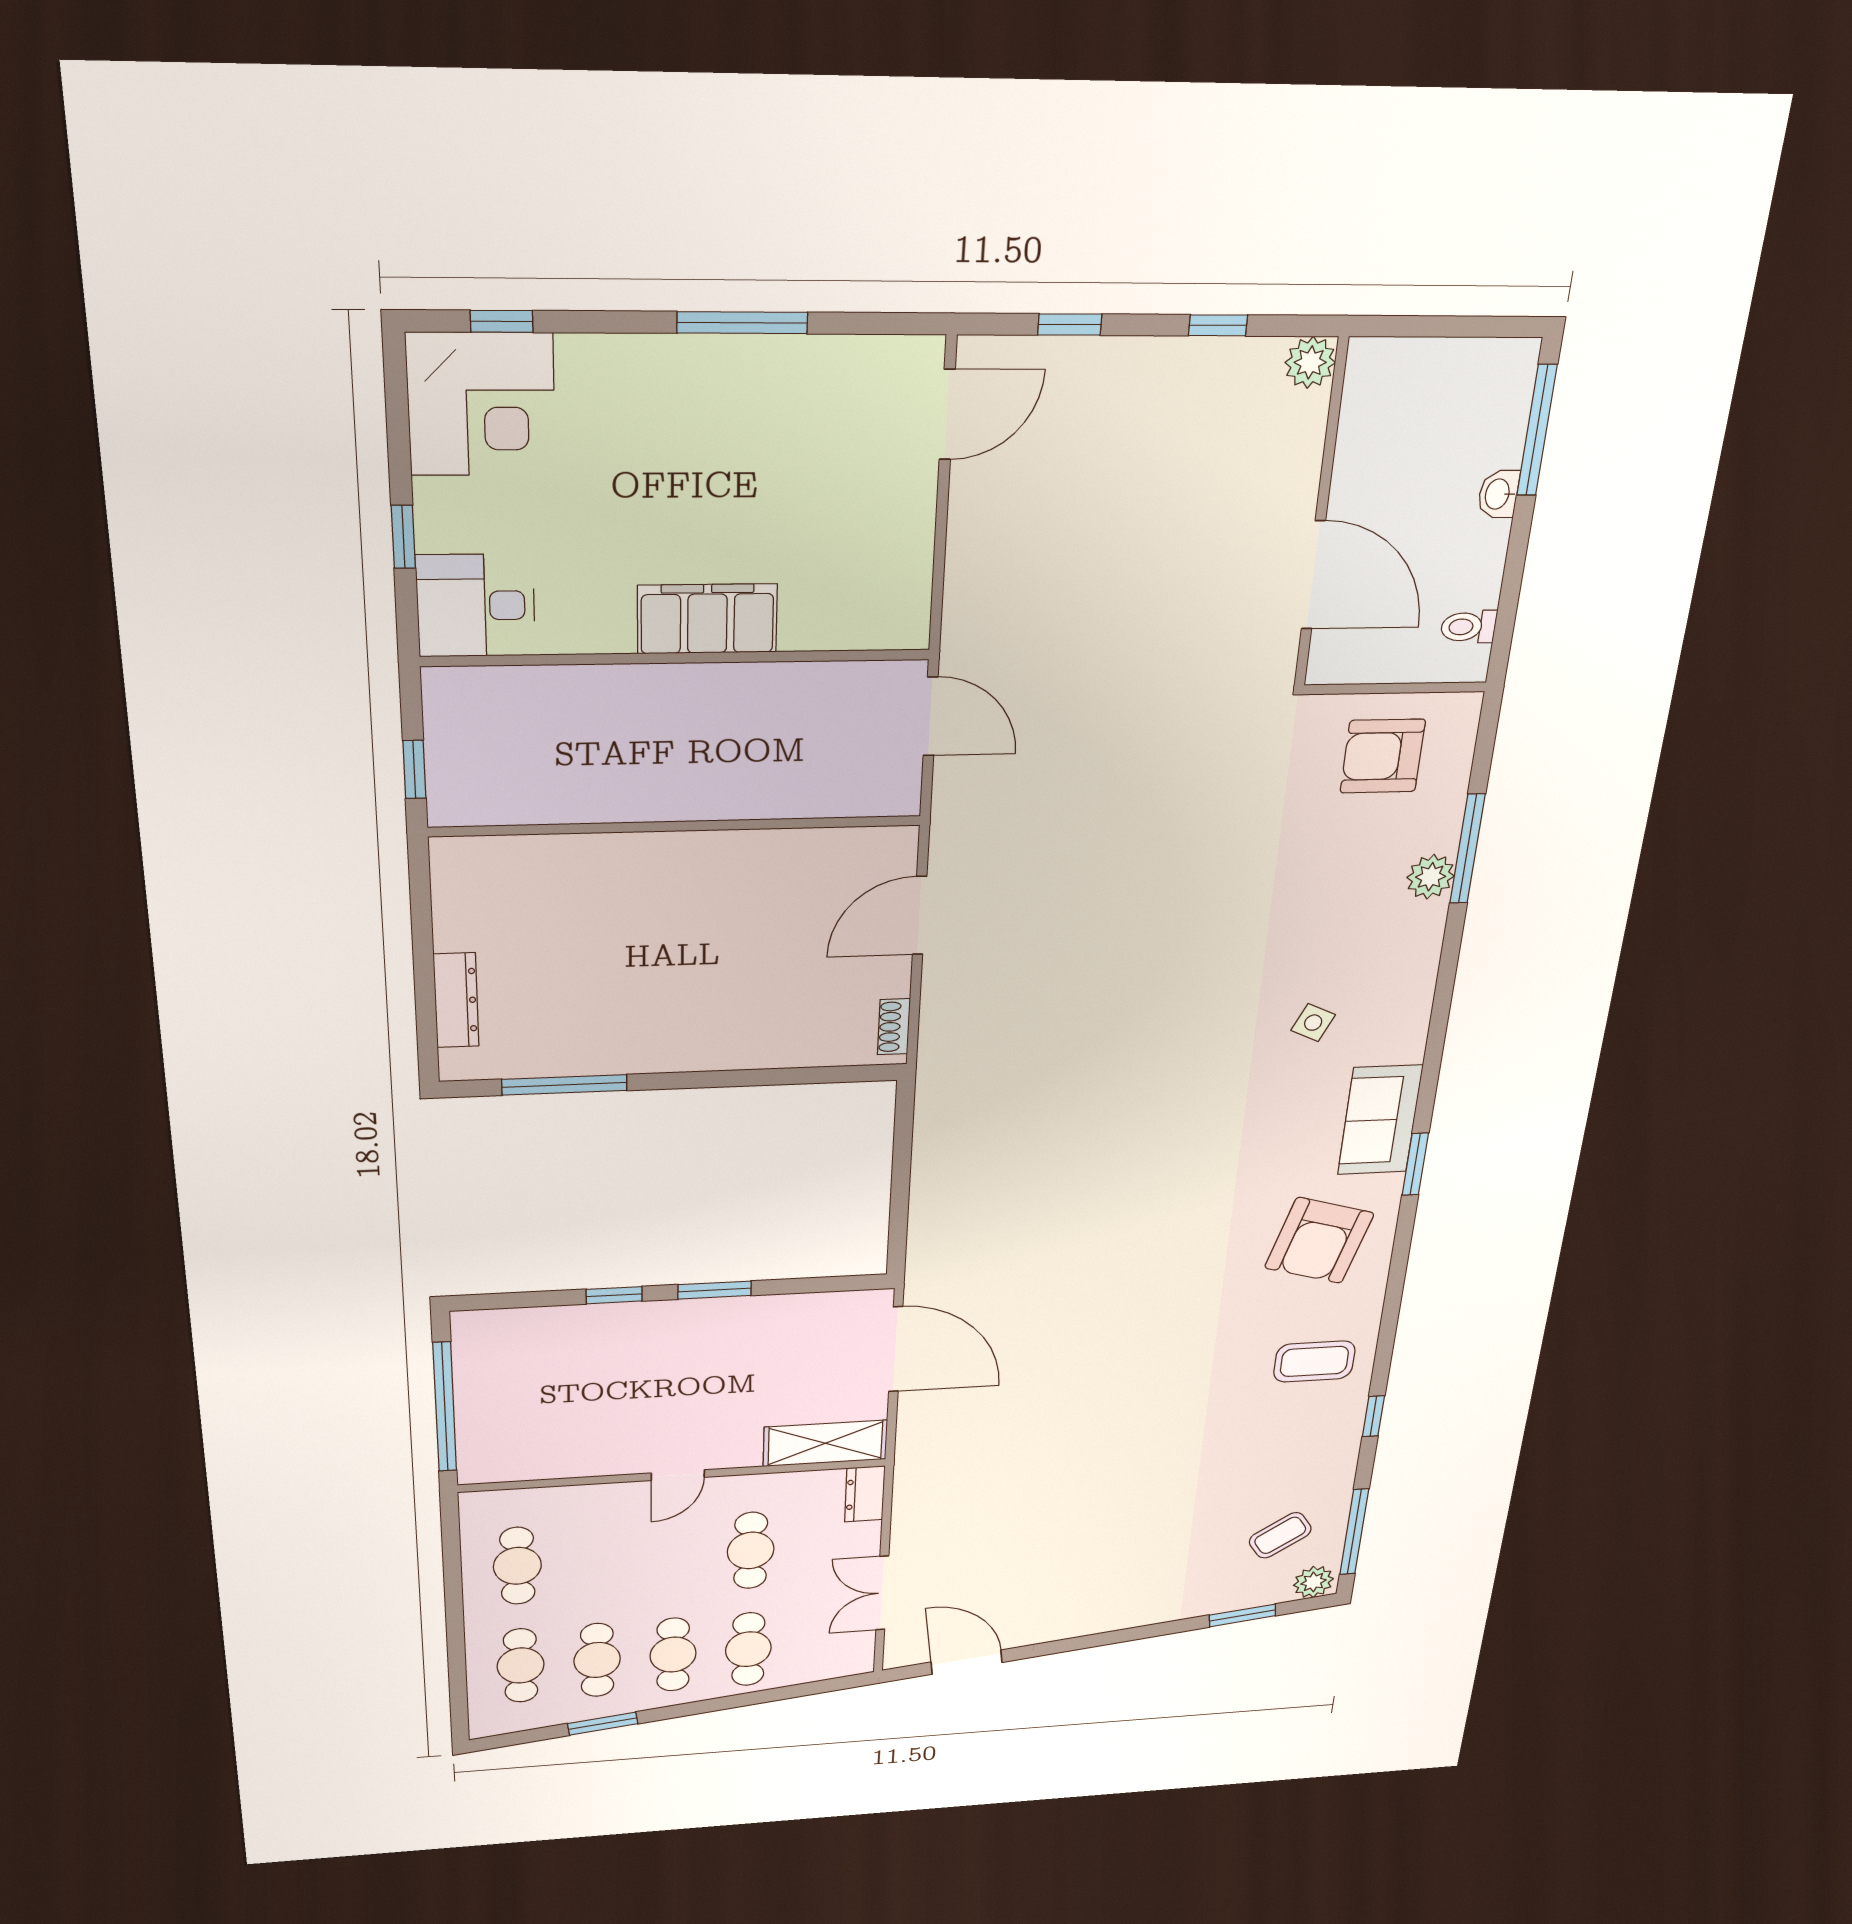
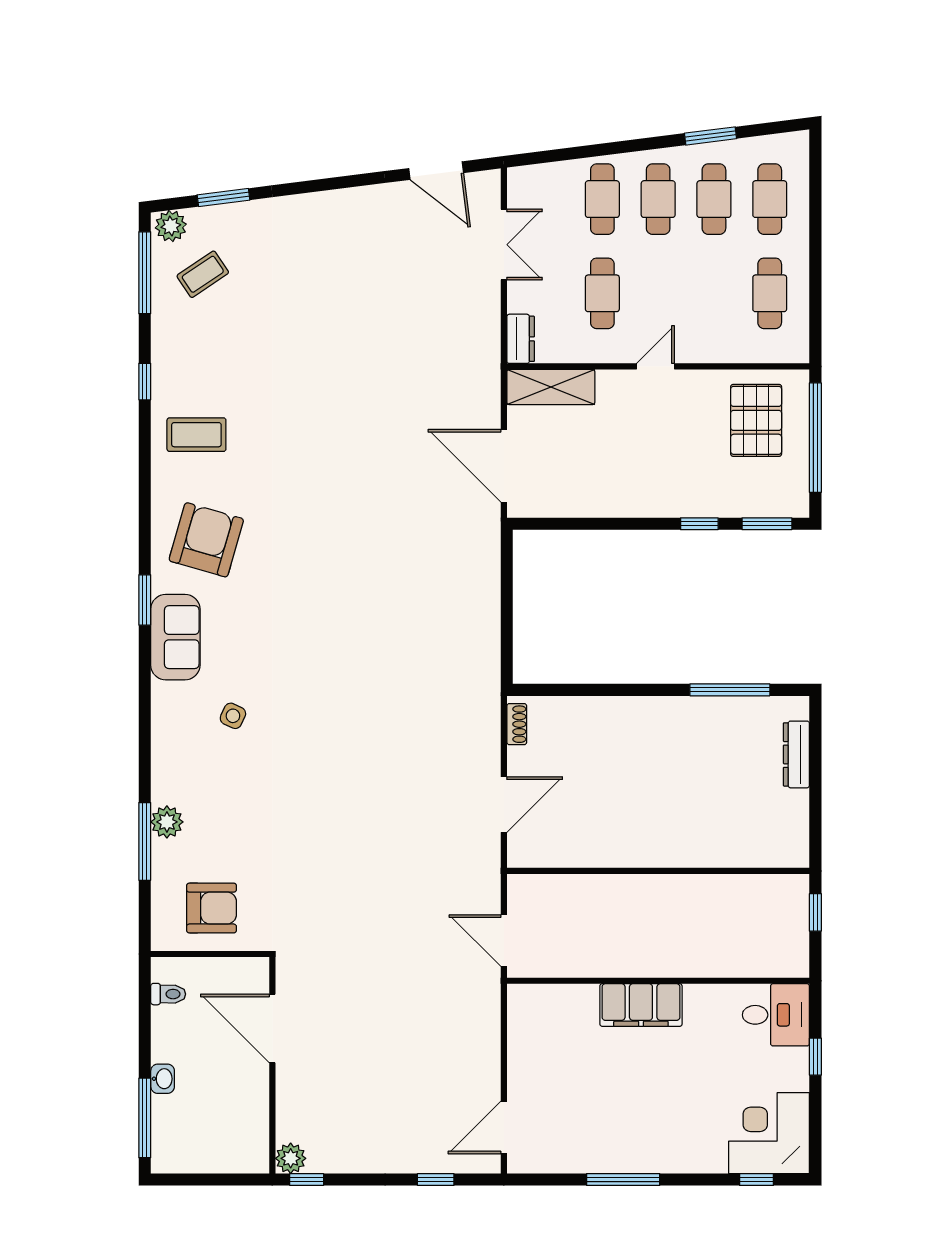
window: (1218, 325) -> (307, 1180), moved
window: (715, 1290) -> (767, 524), moved
pallet: (533, 1422) -> (756, 420), added

